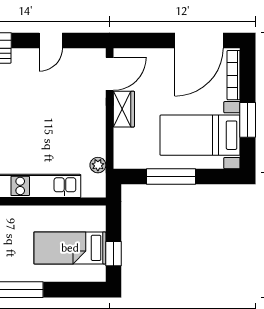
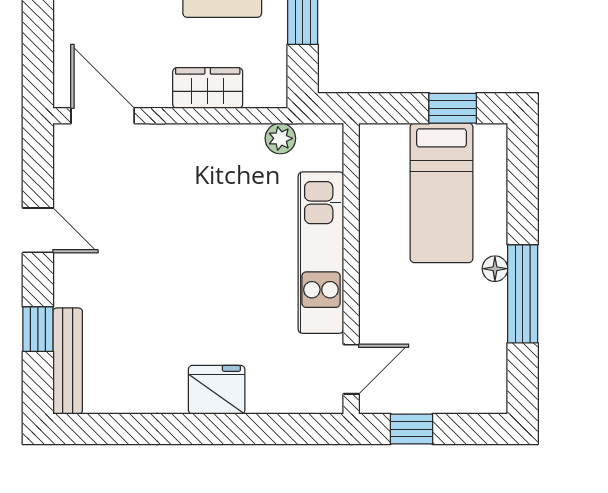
wardrobe: (124, 109) -> (208, 88), moved
floor lamp: (31, 275) -> (495, 269), added

